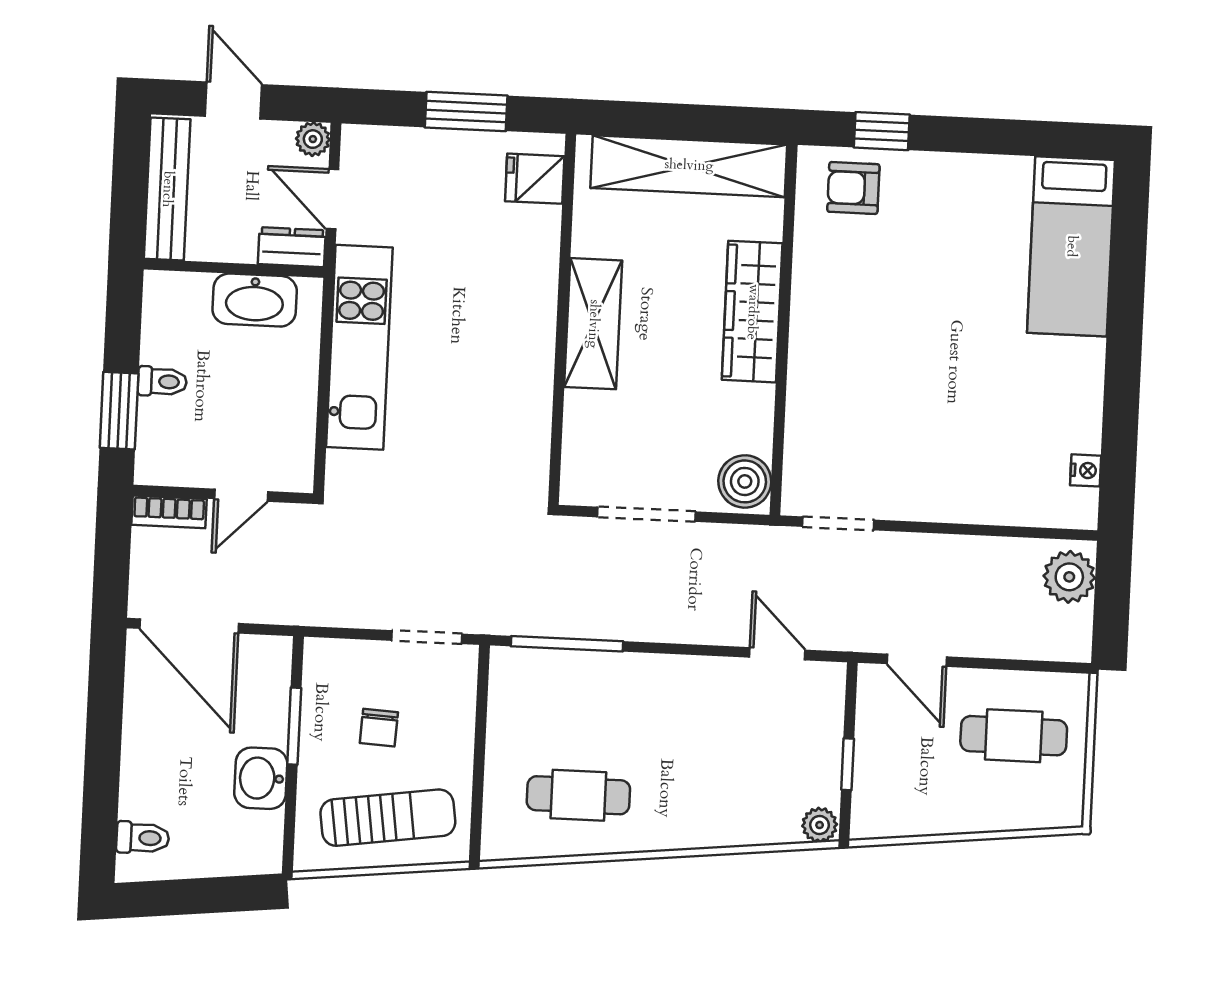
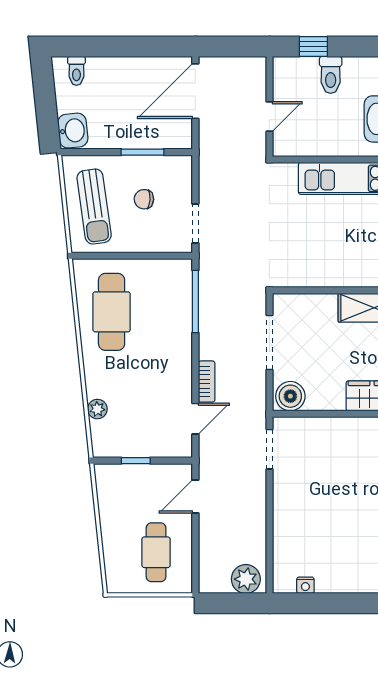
toilet: (162, 382) -> (331, 75), width x1.37, depth x1.39
window: (119, 411) -> (313, 46), width x0.67
door: (241, 495) -> (269, 117), swing flipped
bookcase: (169, 512) -> (207, 382), moved, turned 180
washbasin: (261, 778) -> (73, 131), moved, turned 84
cafe table: (578, 795) -> (112, 312), width x1.37, depth x1.35
plant: (820, 825) -> (97, 409), moved

